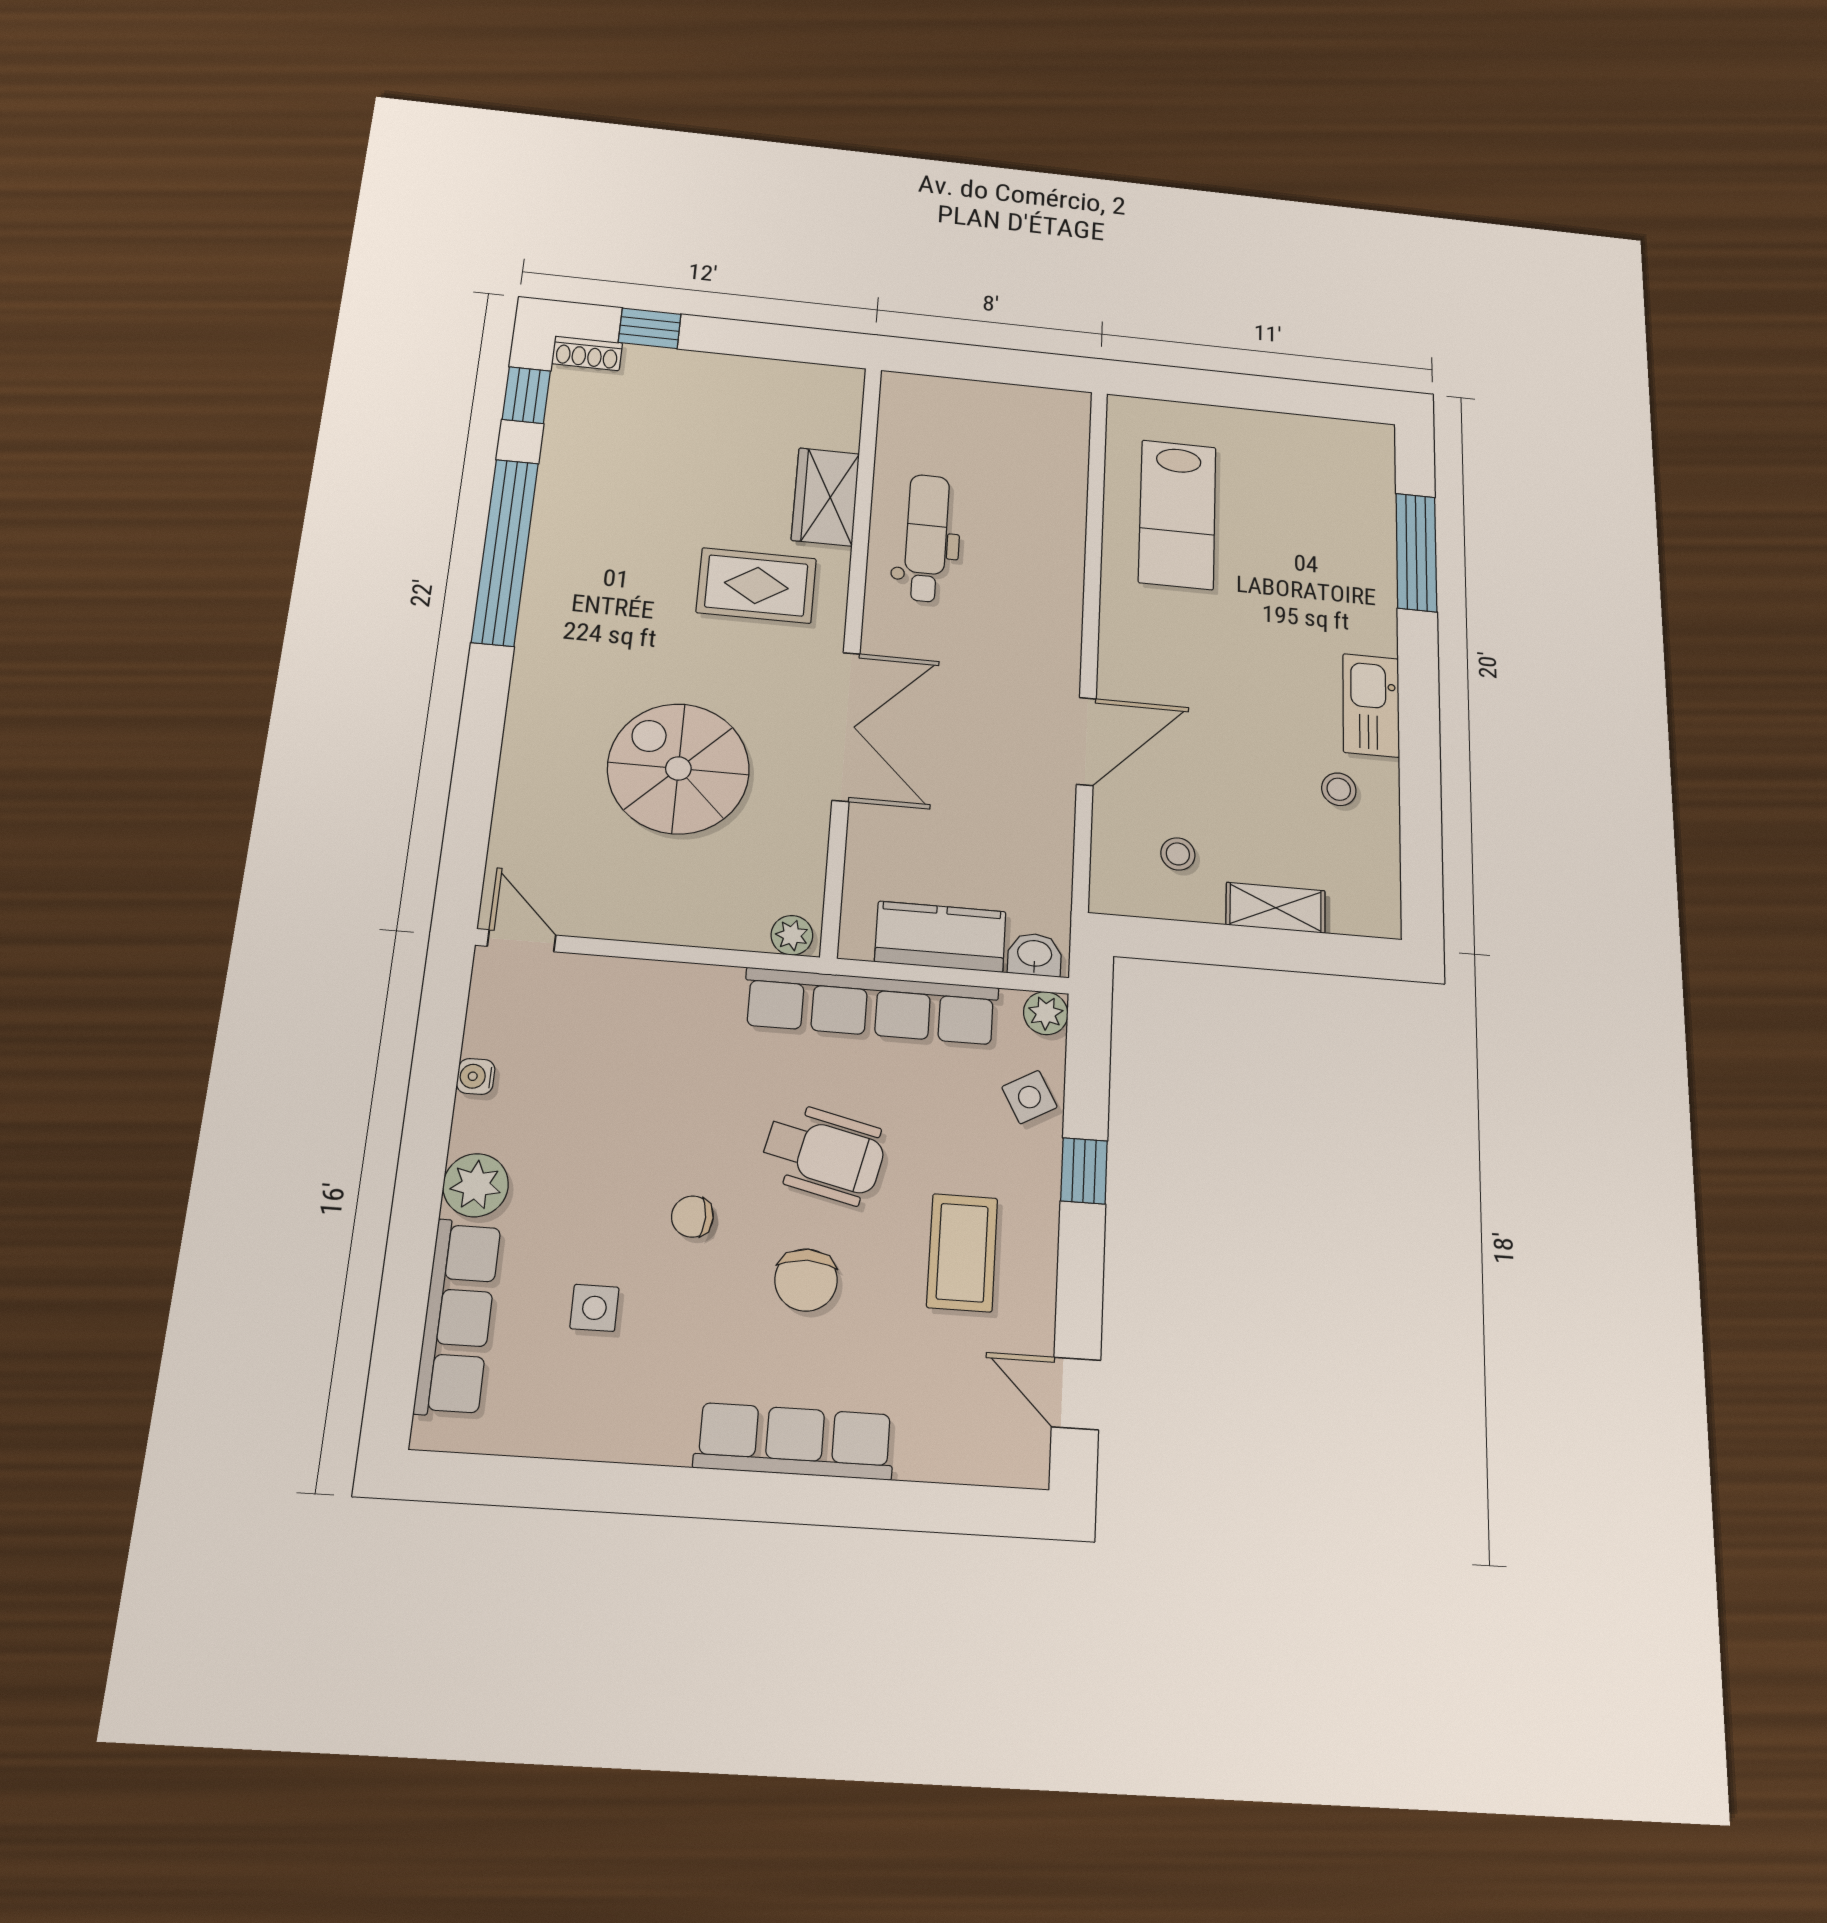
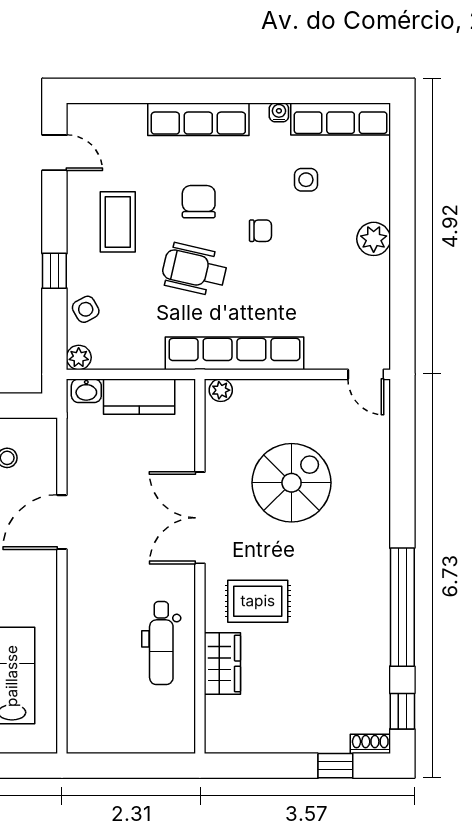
spiral stairs: (678, 769) -> (292, 483), turned -90
row of seats: (871, 1006) -> (234, 353), moved
water cooler: (476, 1076) -> (279, 112), moved, turned -90
row of seats: (458, 1317) -> (341, 119), moved, turned -90

